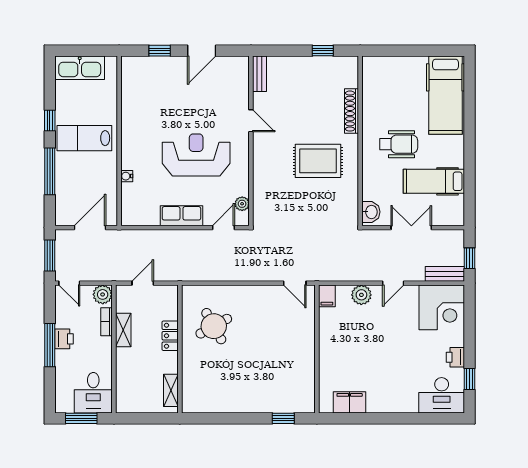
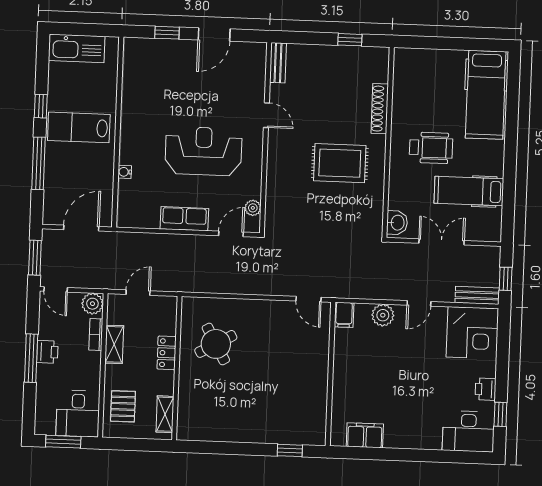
pallet: (133, 385) -> (123, 406), added

